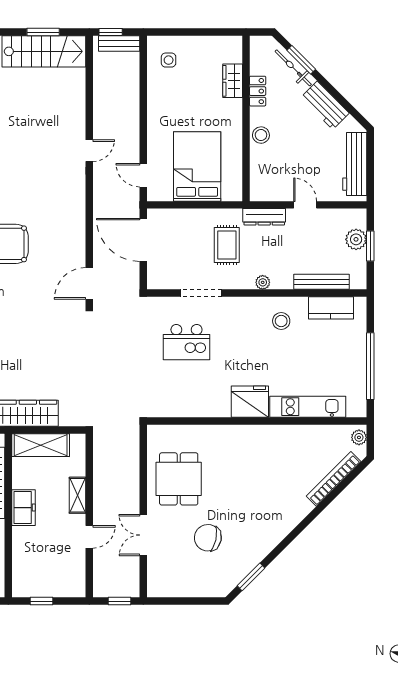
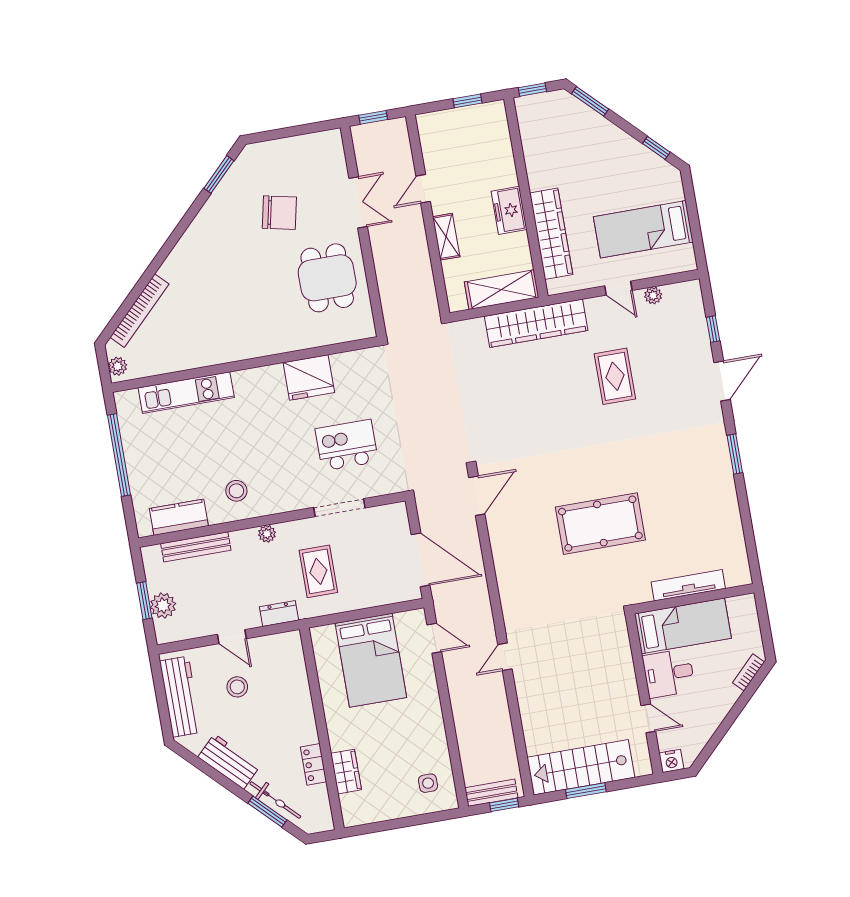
stool: (261, 135) -> (237, 687), moved
dresser: (264, 217) -> (279, 613), width x0.70
fridge: (250, 402) -> (309, 377), moved

